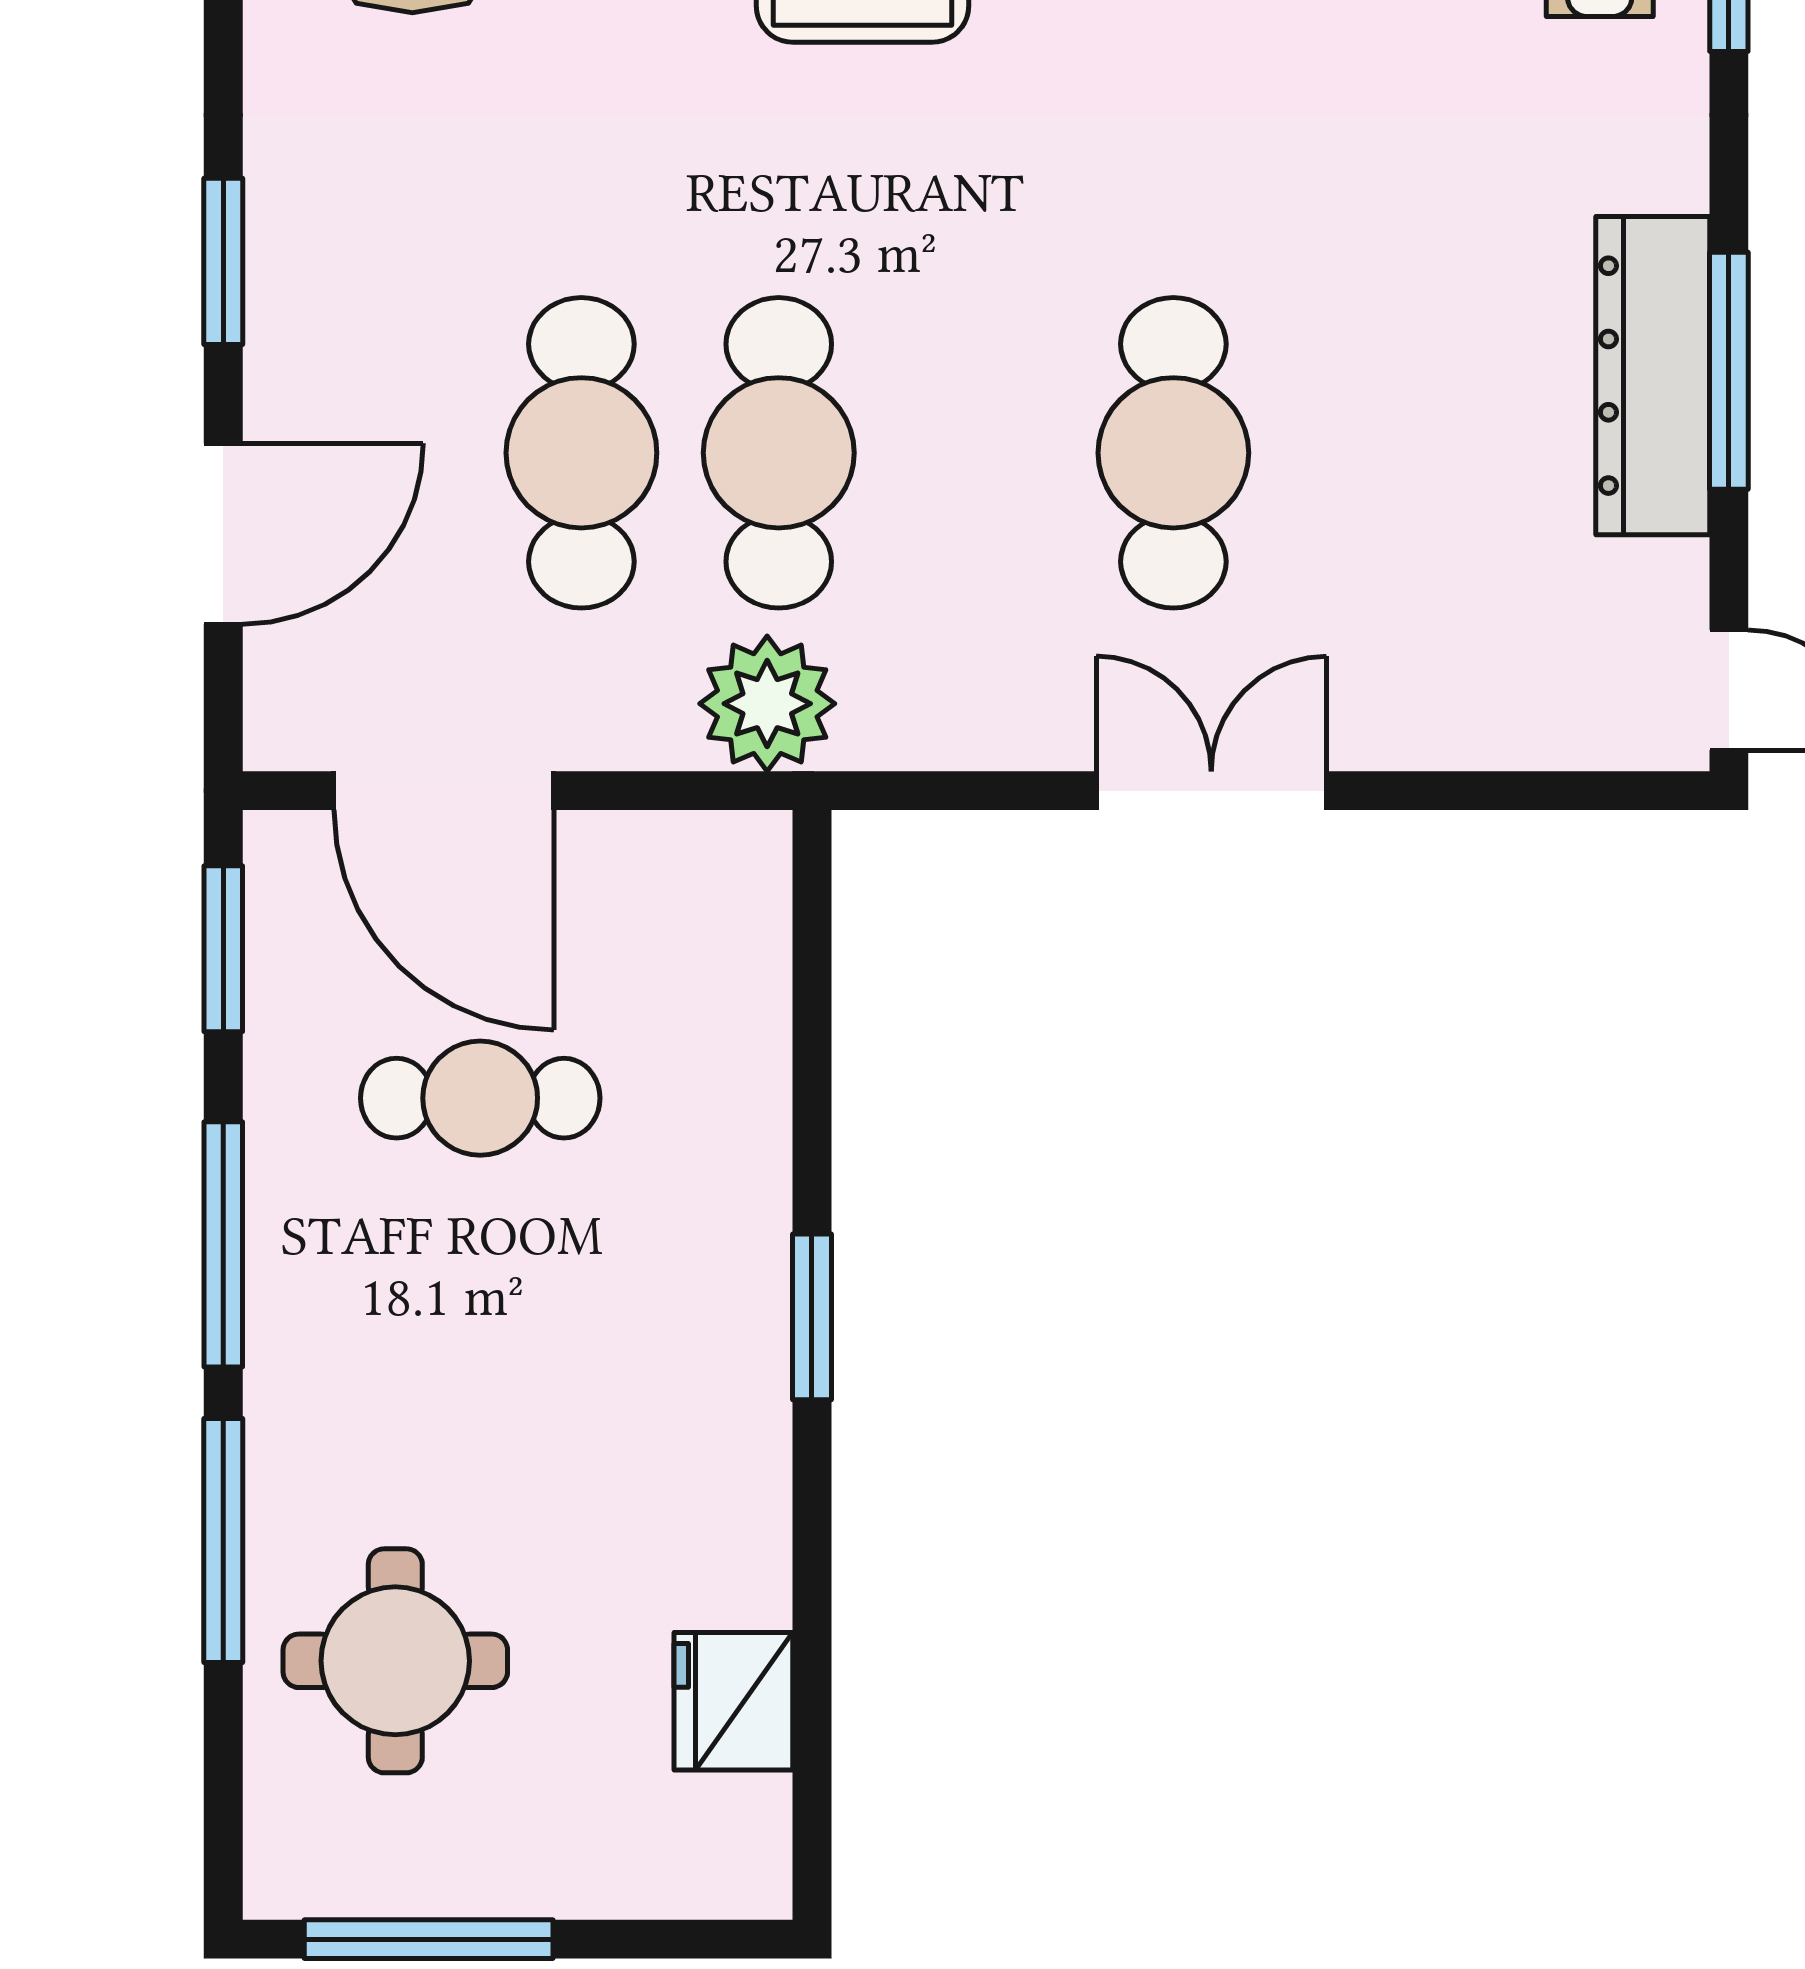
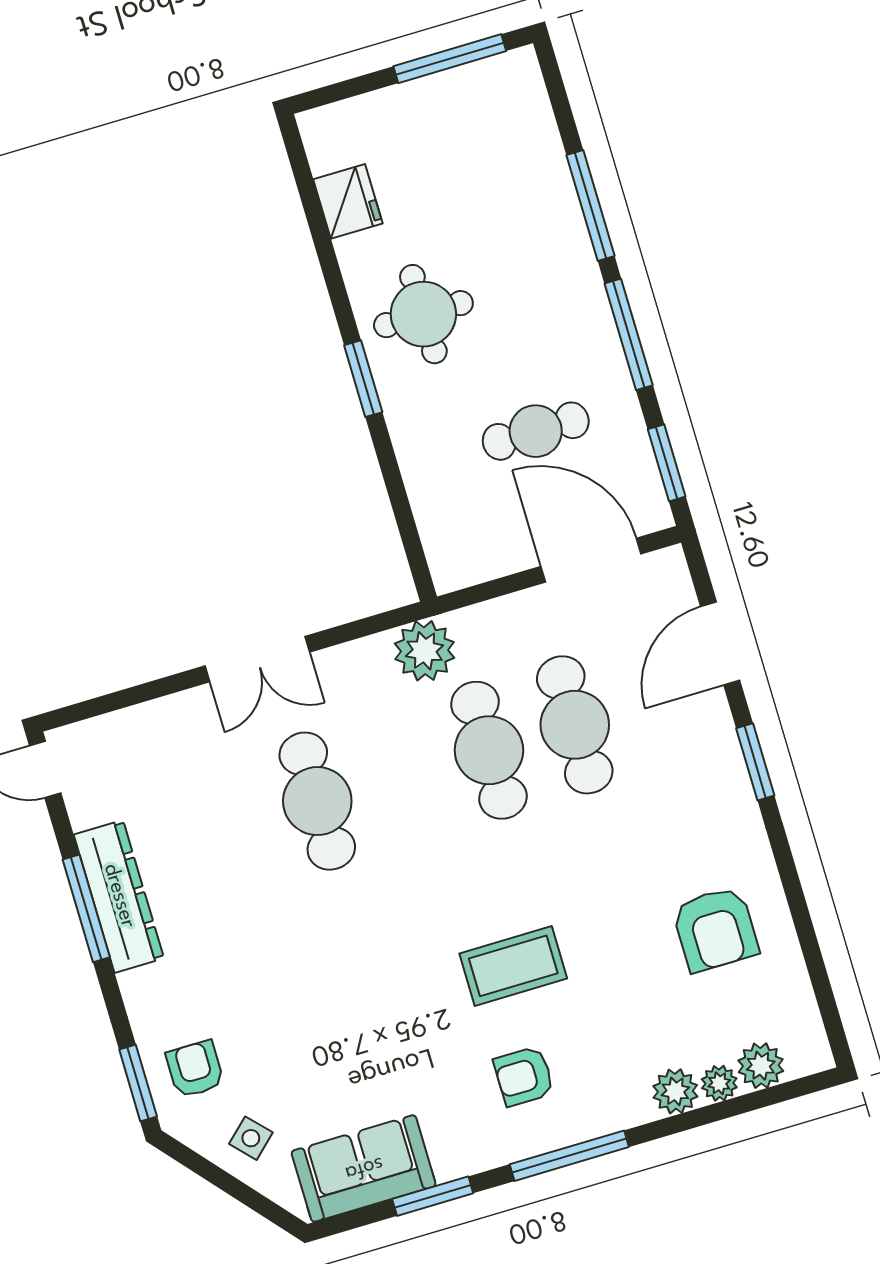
plant: (767, 704) -> (425, 651), moved
round table: (395, 1661) -> (423, 314), moved

